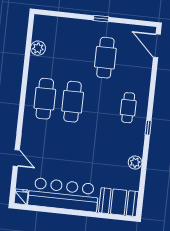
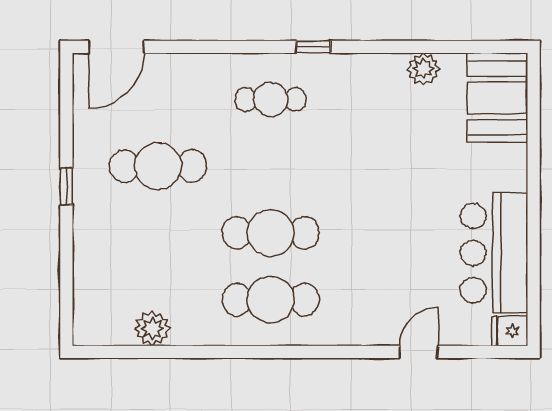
plant: (135, 162) -> (423, 69), moved
bar counter: (63, 195) -> (494, 253), width x0.73

